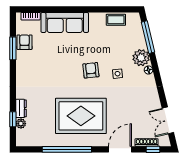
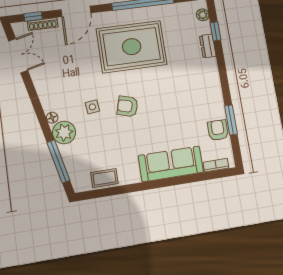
armchair: (24, 42) -> (218, 130), turned 180
armchair: (91, 70) -> (128, 106), turned 112
plant: (21, 124) -> (203, 15), moved

